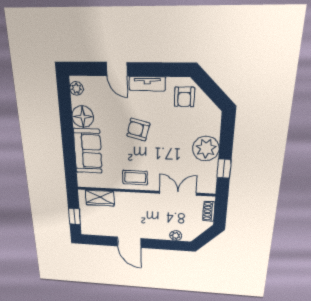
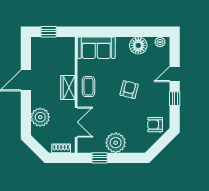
window: (150, 69) -> (175, 99), added
tv unit: (147, 84) -> (164, 97), removed
sofa: (88, 151) -> (96, 48), moved
wardrobe: (100, 198) -> (68, 88), moved
plant: (176, 236) -> (40, 117), width x1.88, depth x1.88

